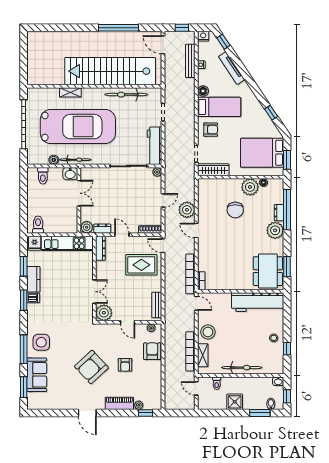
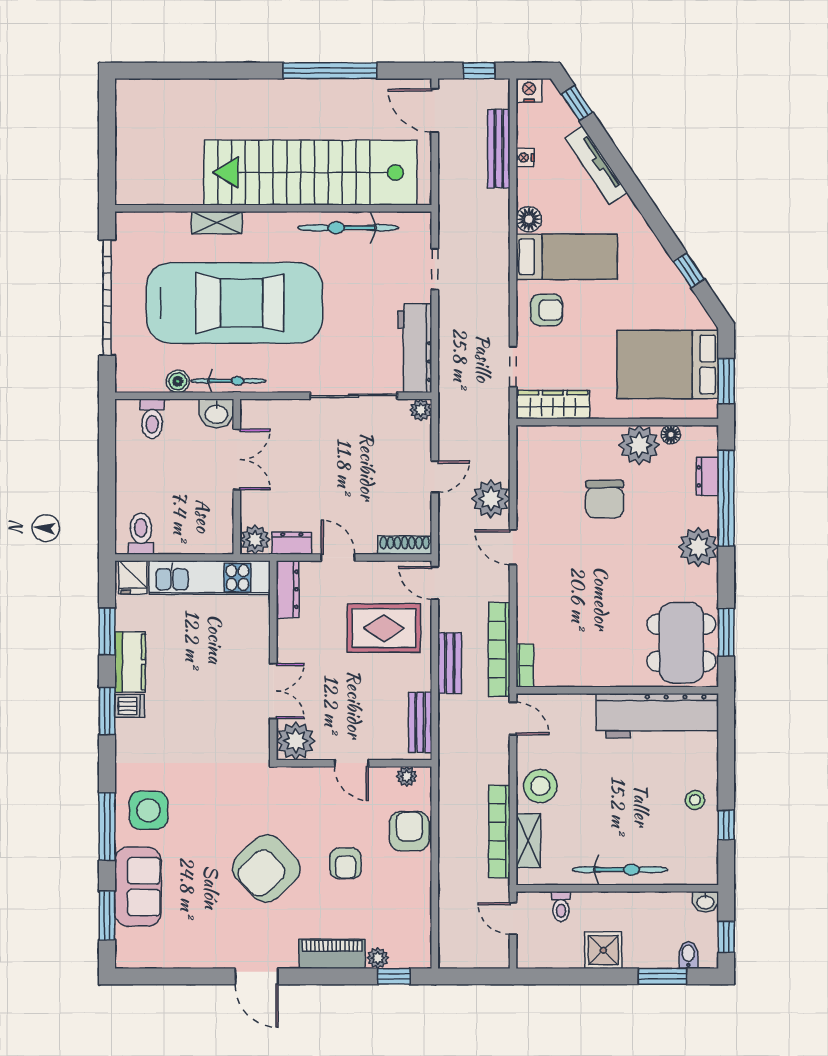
dresser: (279, 213) -> (707, 476), moved
bench: (169, 280) -> (450, 663), added

